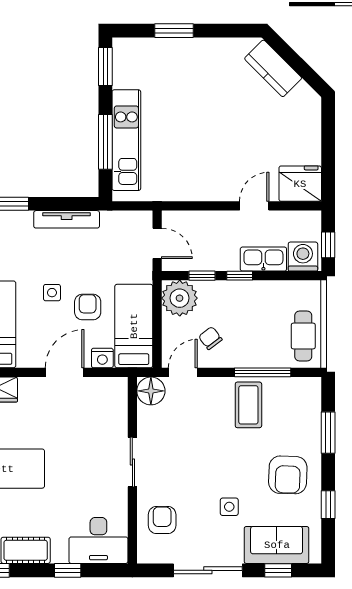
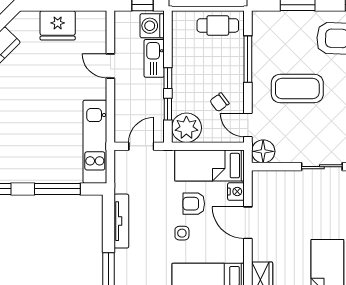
kitchen unit: (126, 140) -> (95, 142), moved, turned -90
fridge: (300, 184) -> (58, 25), moved, turned -90
coffee table: (248, 405) -> (297, 89), moved, width x1.36, depth x1.32

